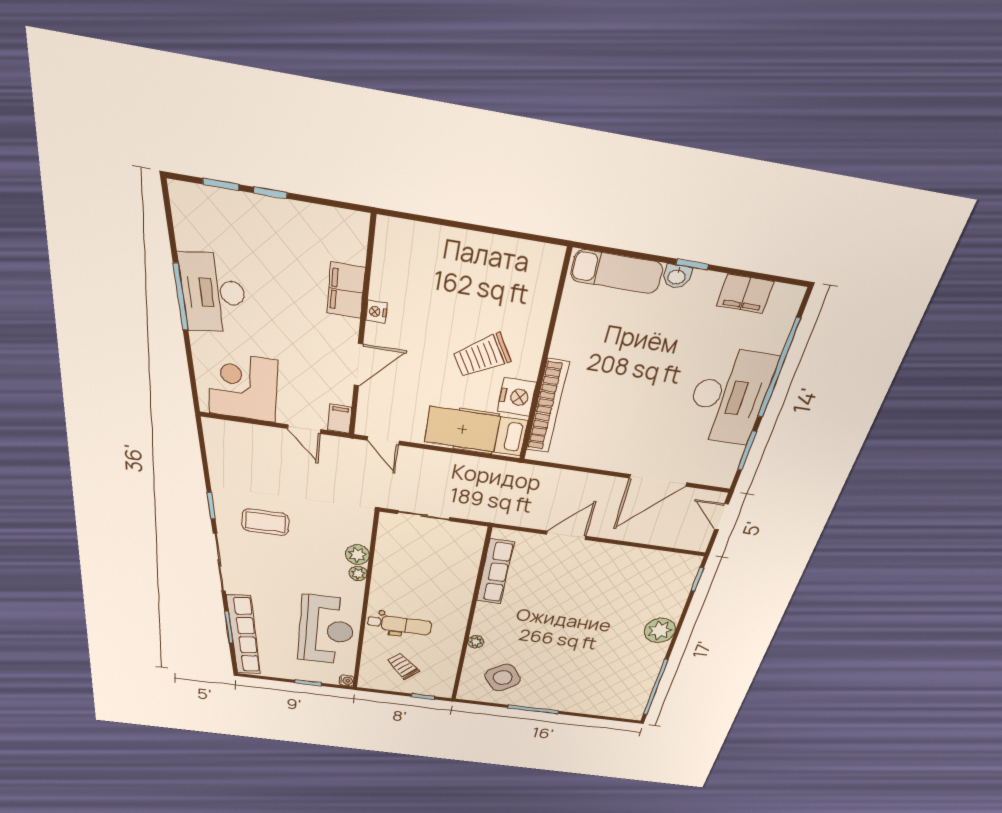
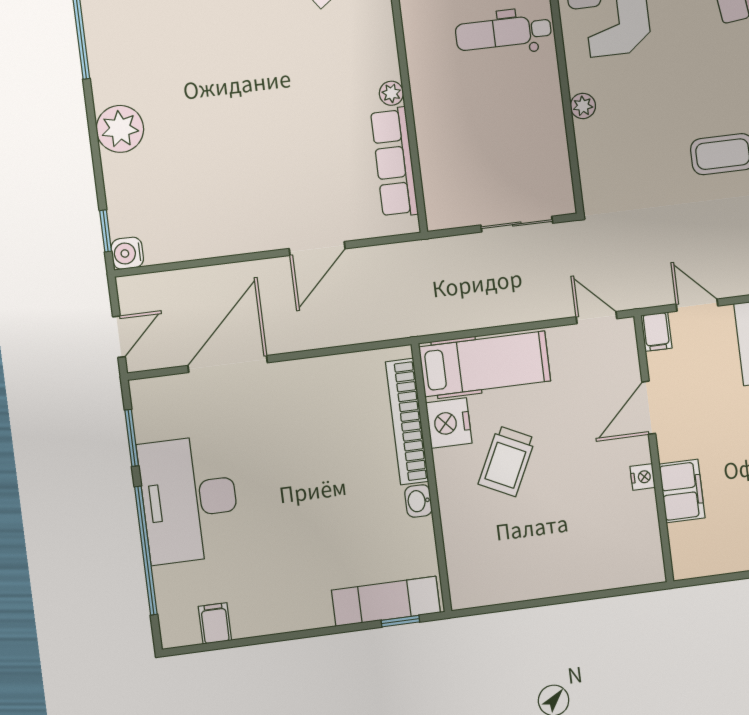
window: (692, 264) -> (400, 621), moved
washbasin: (677, 276) -> (418, 501), moved, turned -90
filing cabinet: (745, 294) -> (215, 623), width x0.50
trolley: (482, 356) -> (507, 461), turned 147
door: (721, 517) -> (119, 337), hinge flipped
plant: (357, 555) -> (591, 137), removed
water cooler: (690, 564) -> (127, 253), added
plant: (476, 642) -> (391, 93), moved

